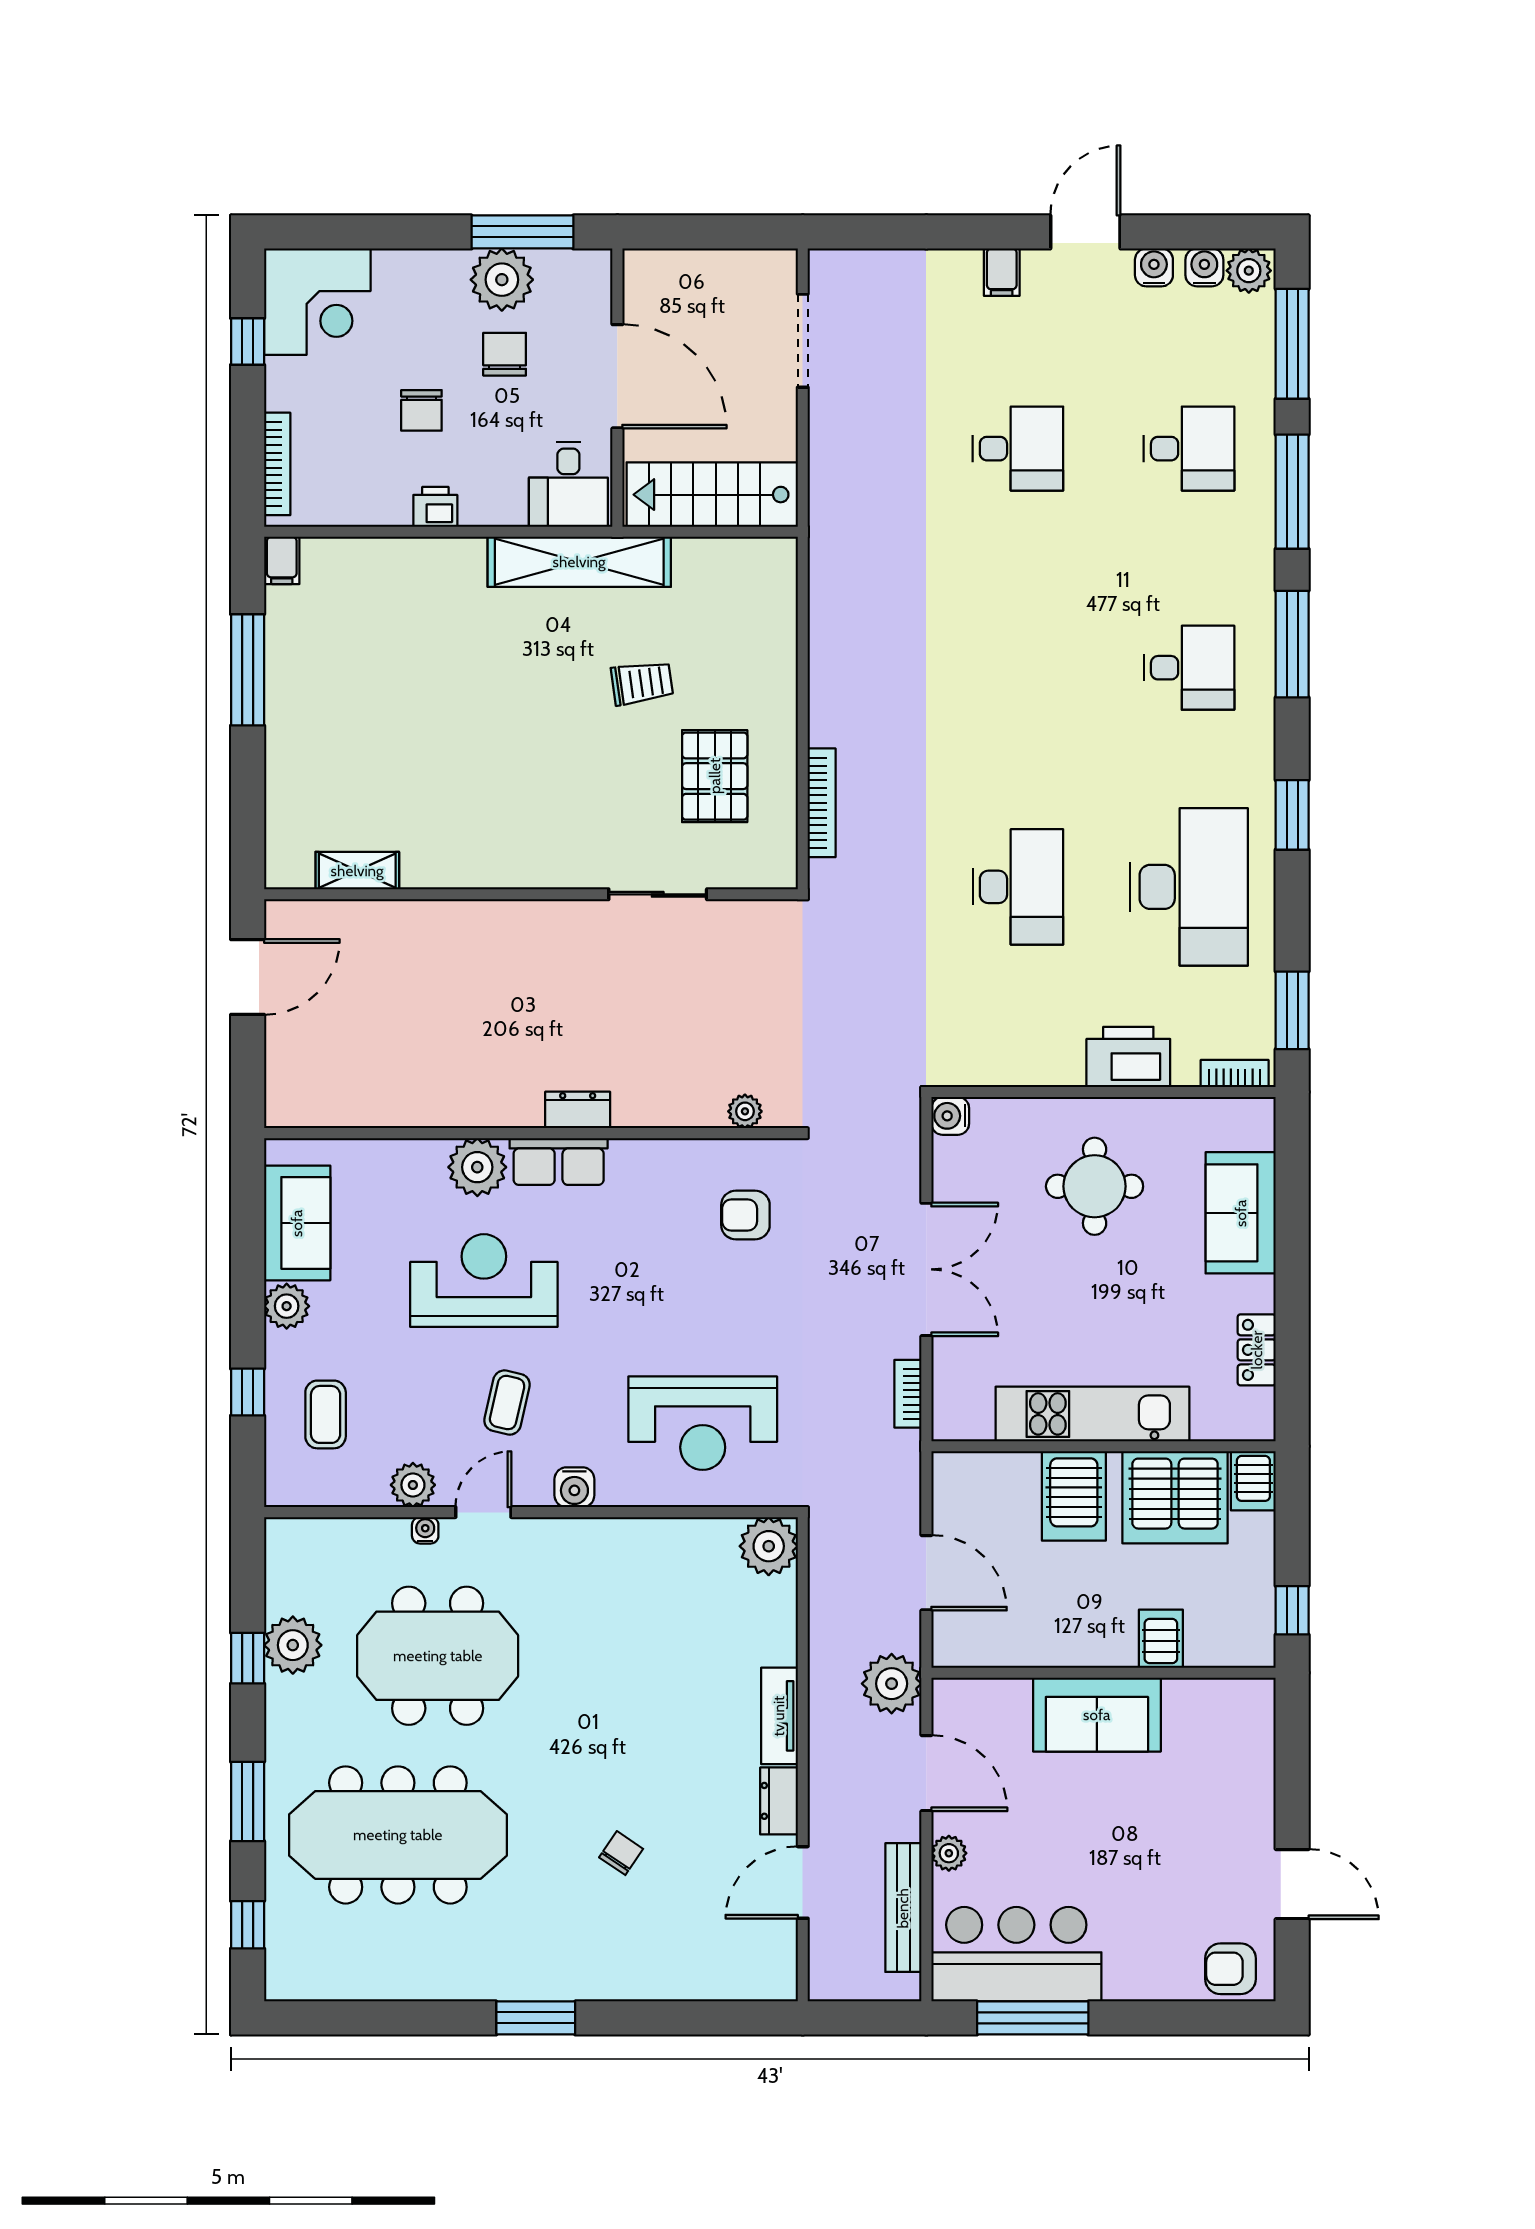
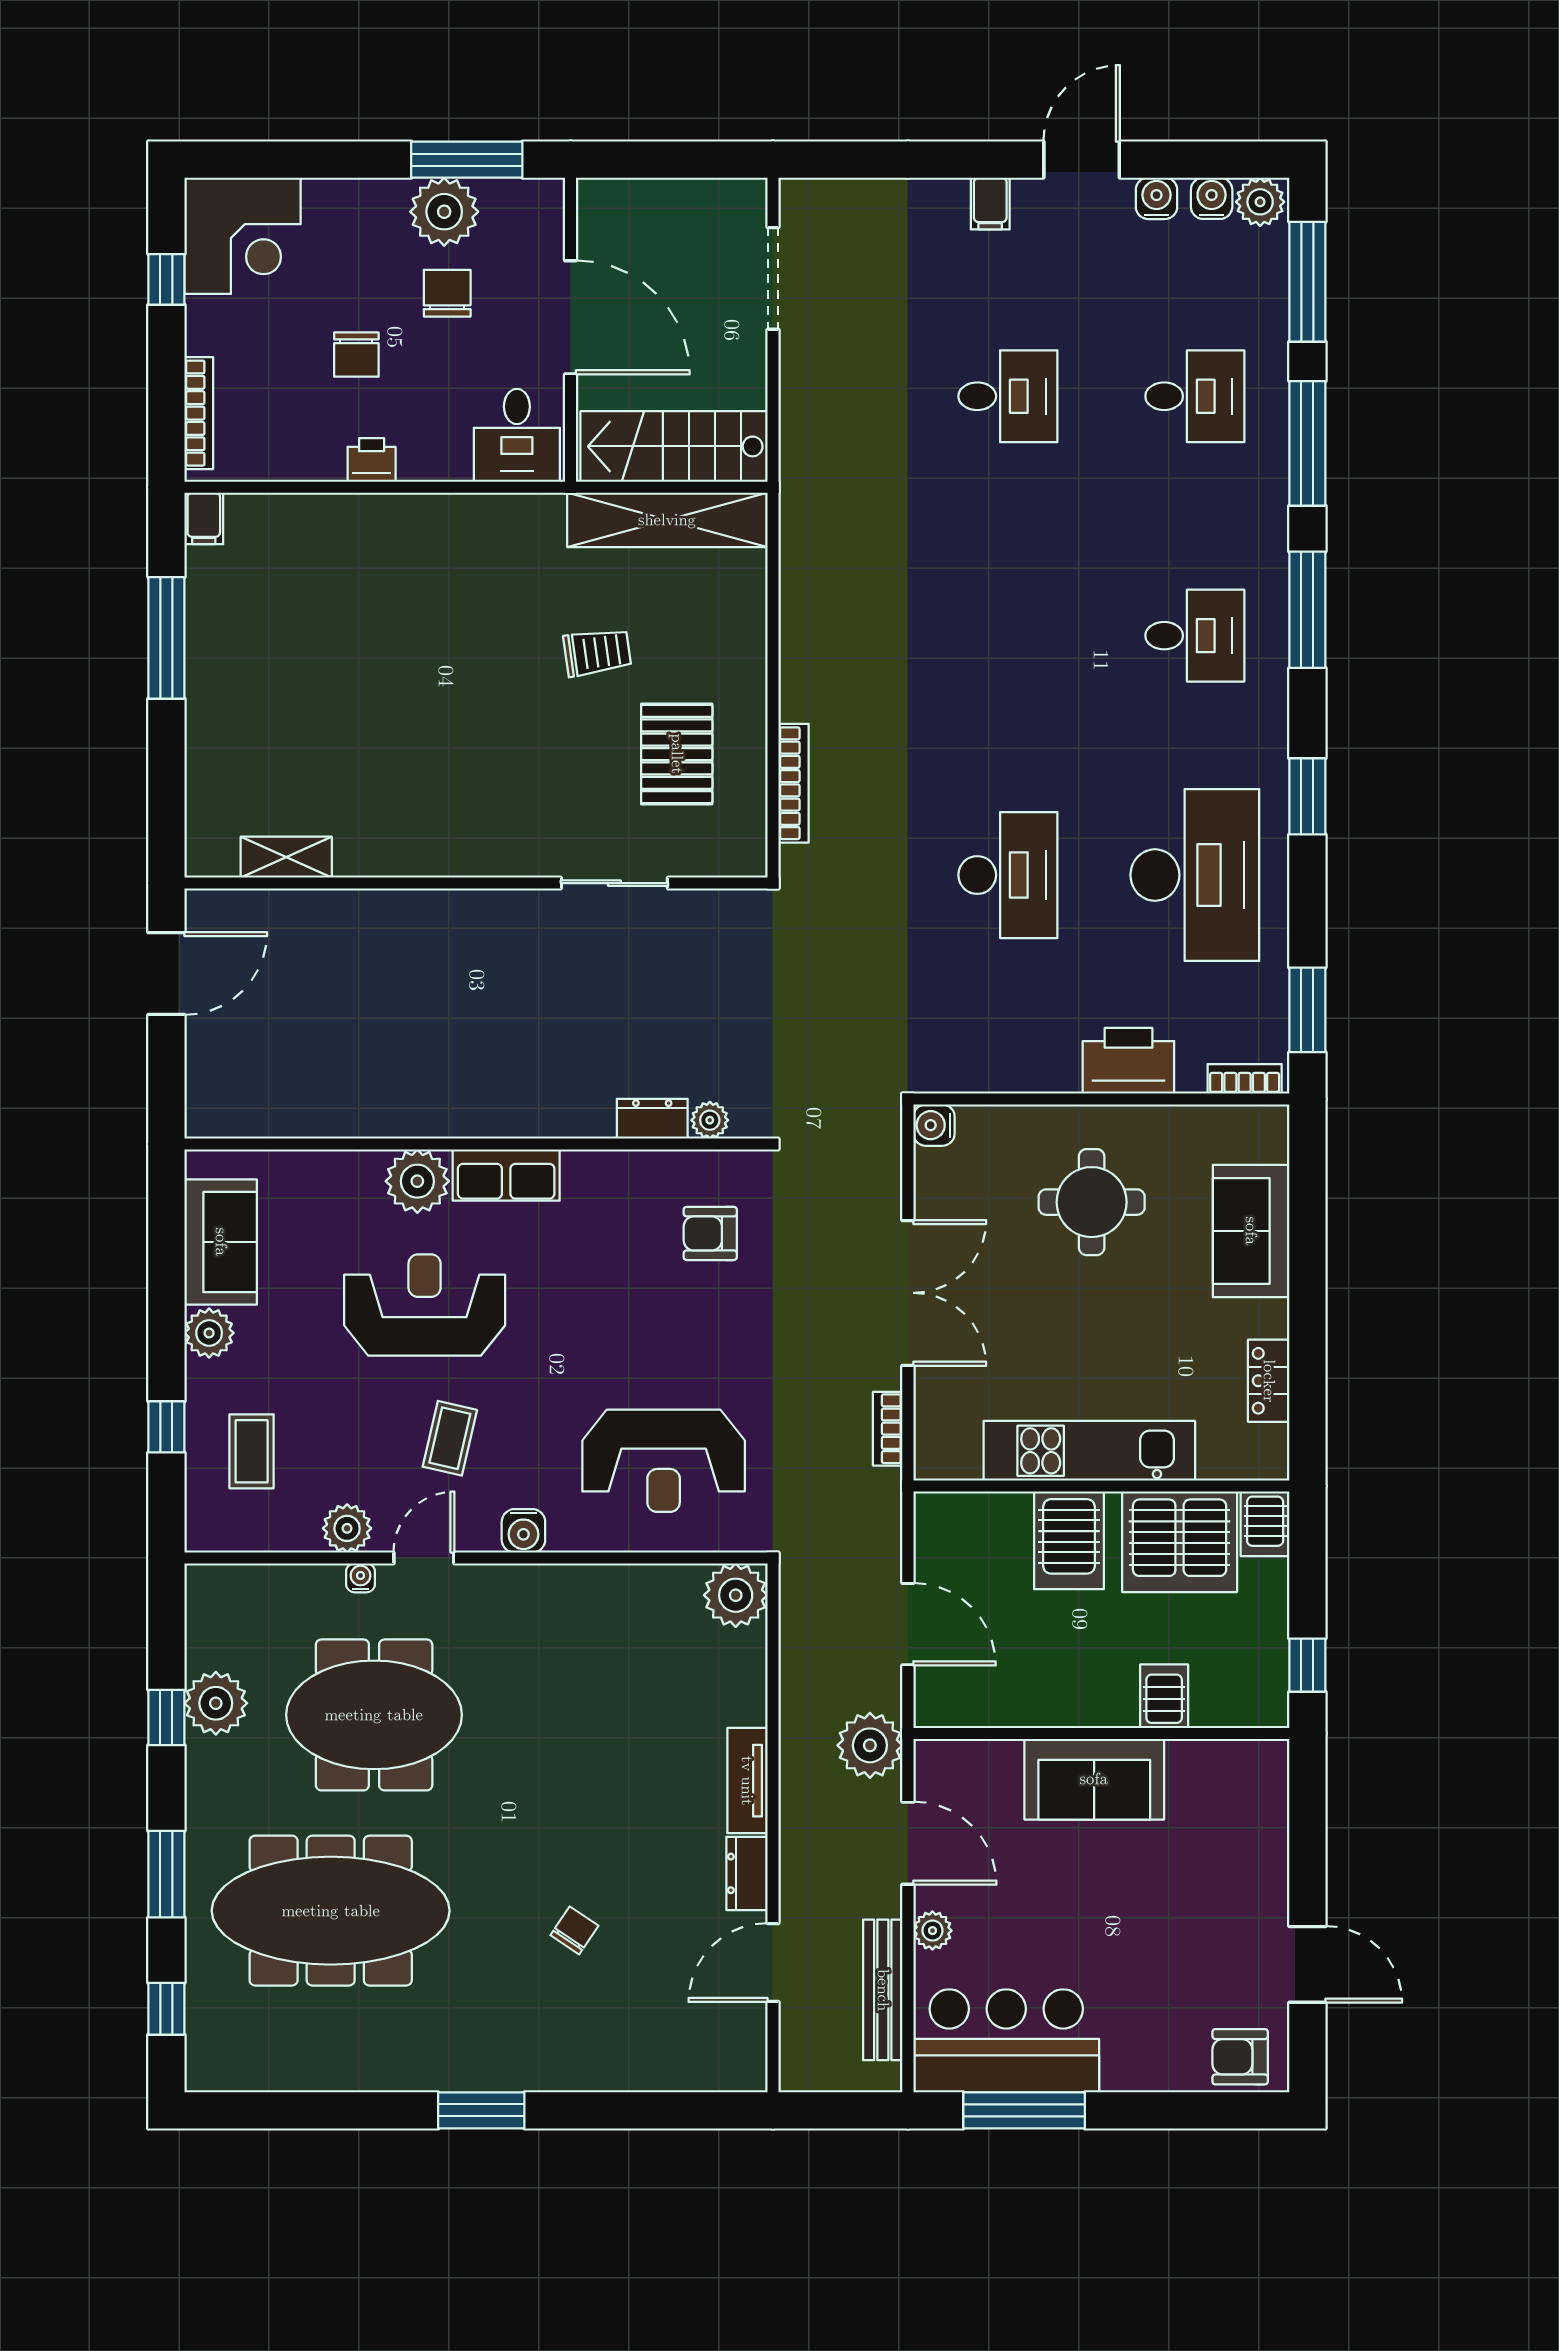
shelving: (579, 562) -> (667, 520), moved
dresser: (578, 1110) -> (652, 1119), moved

